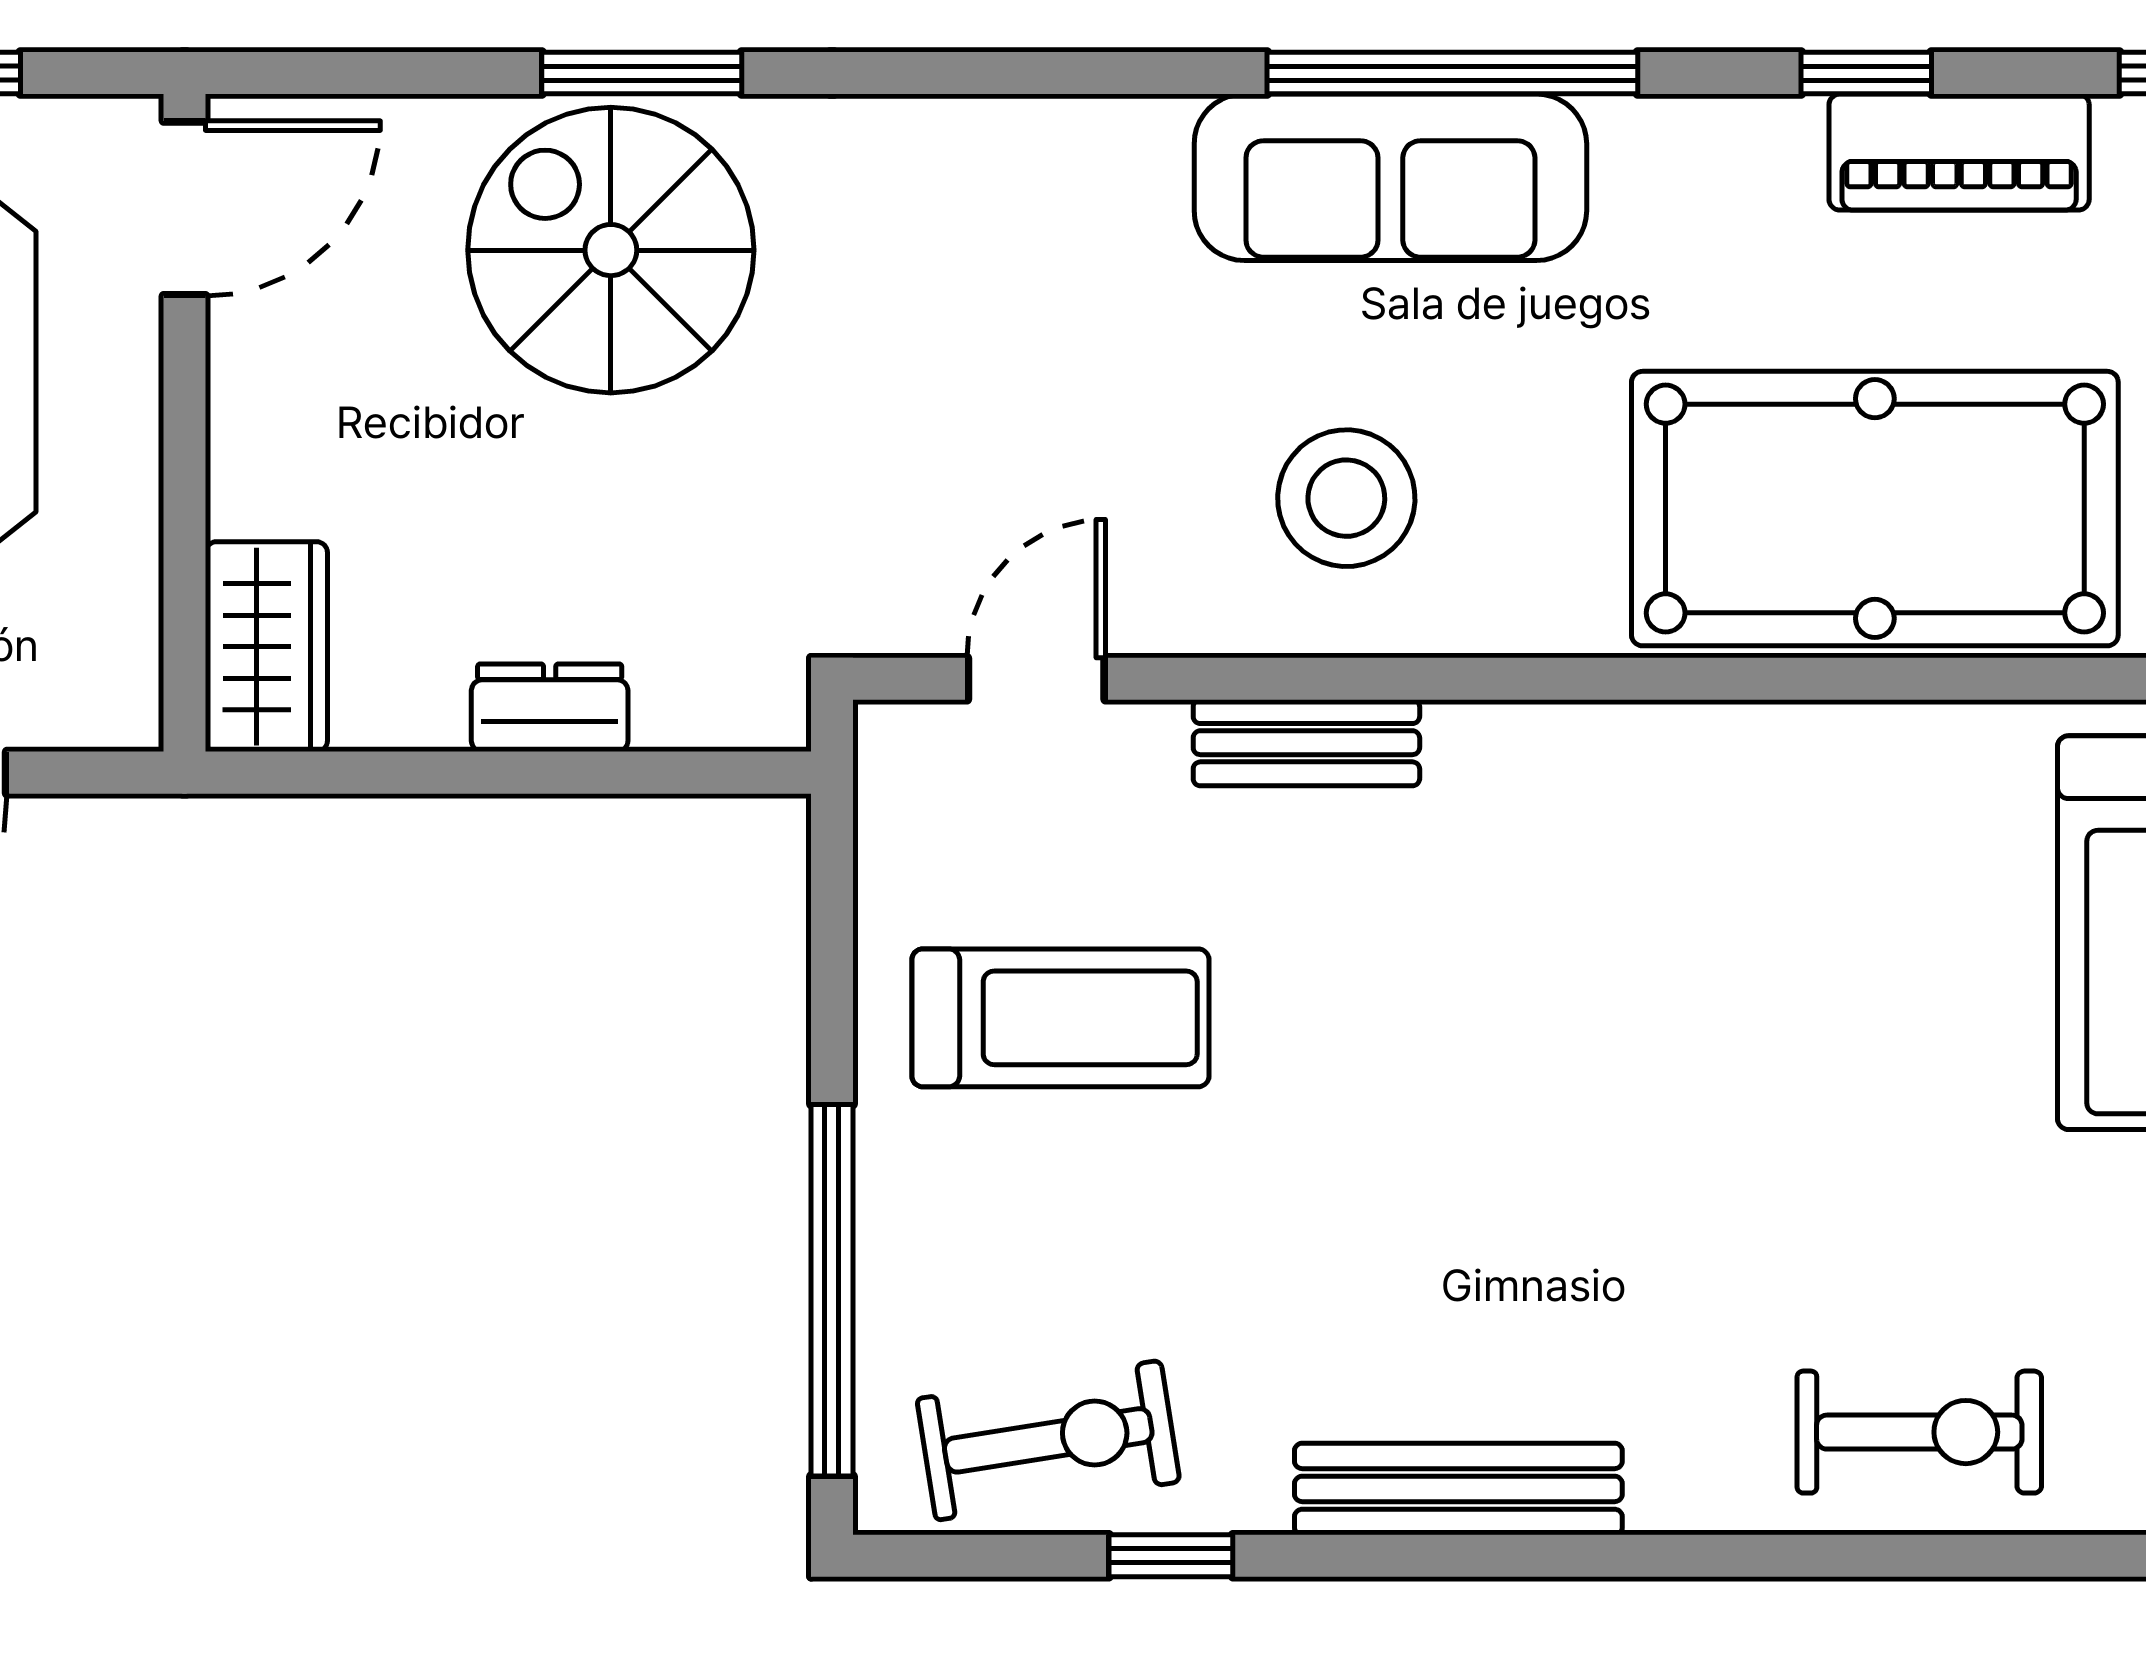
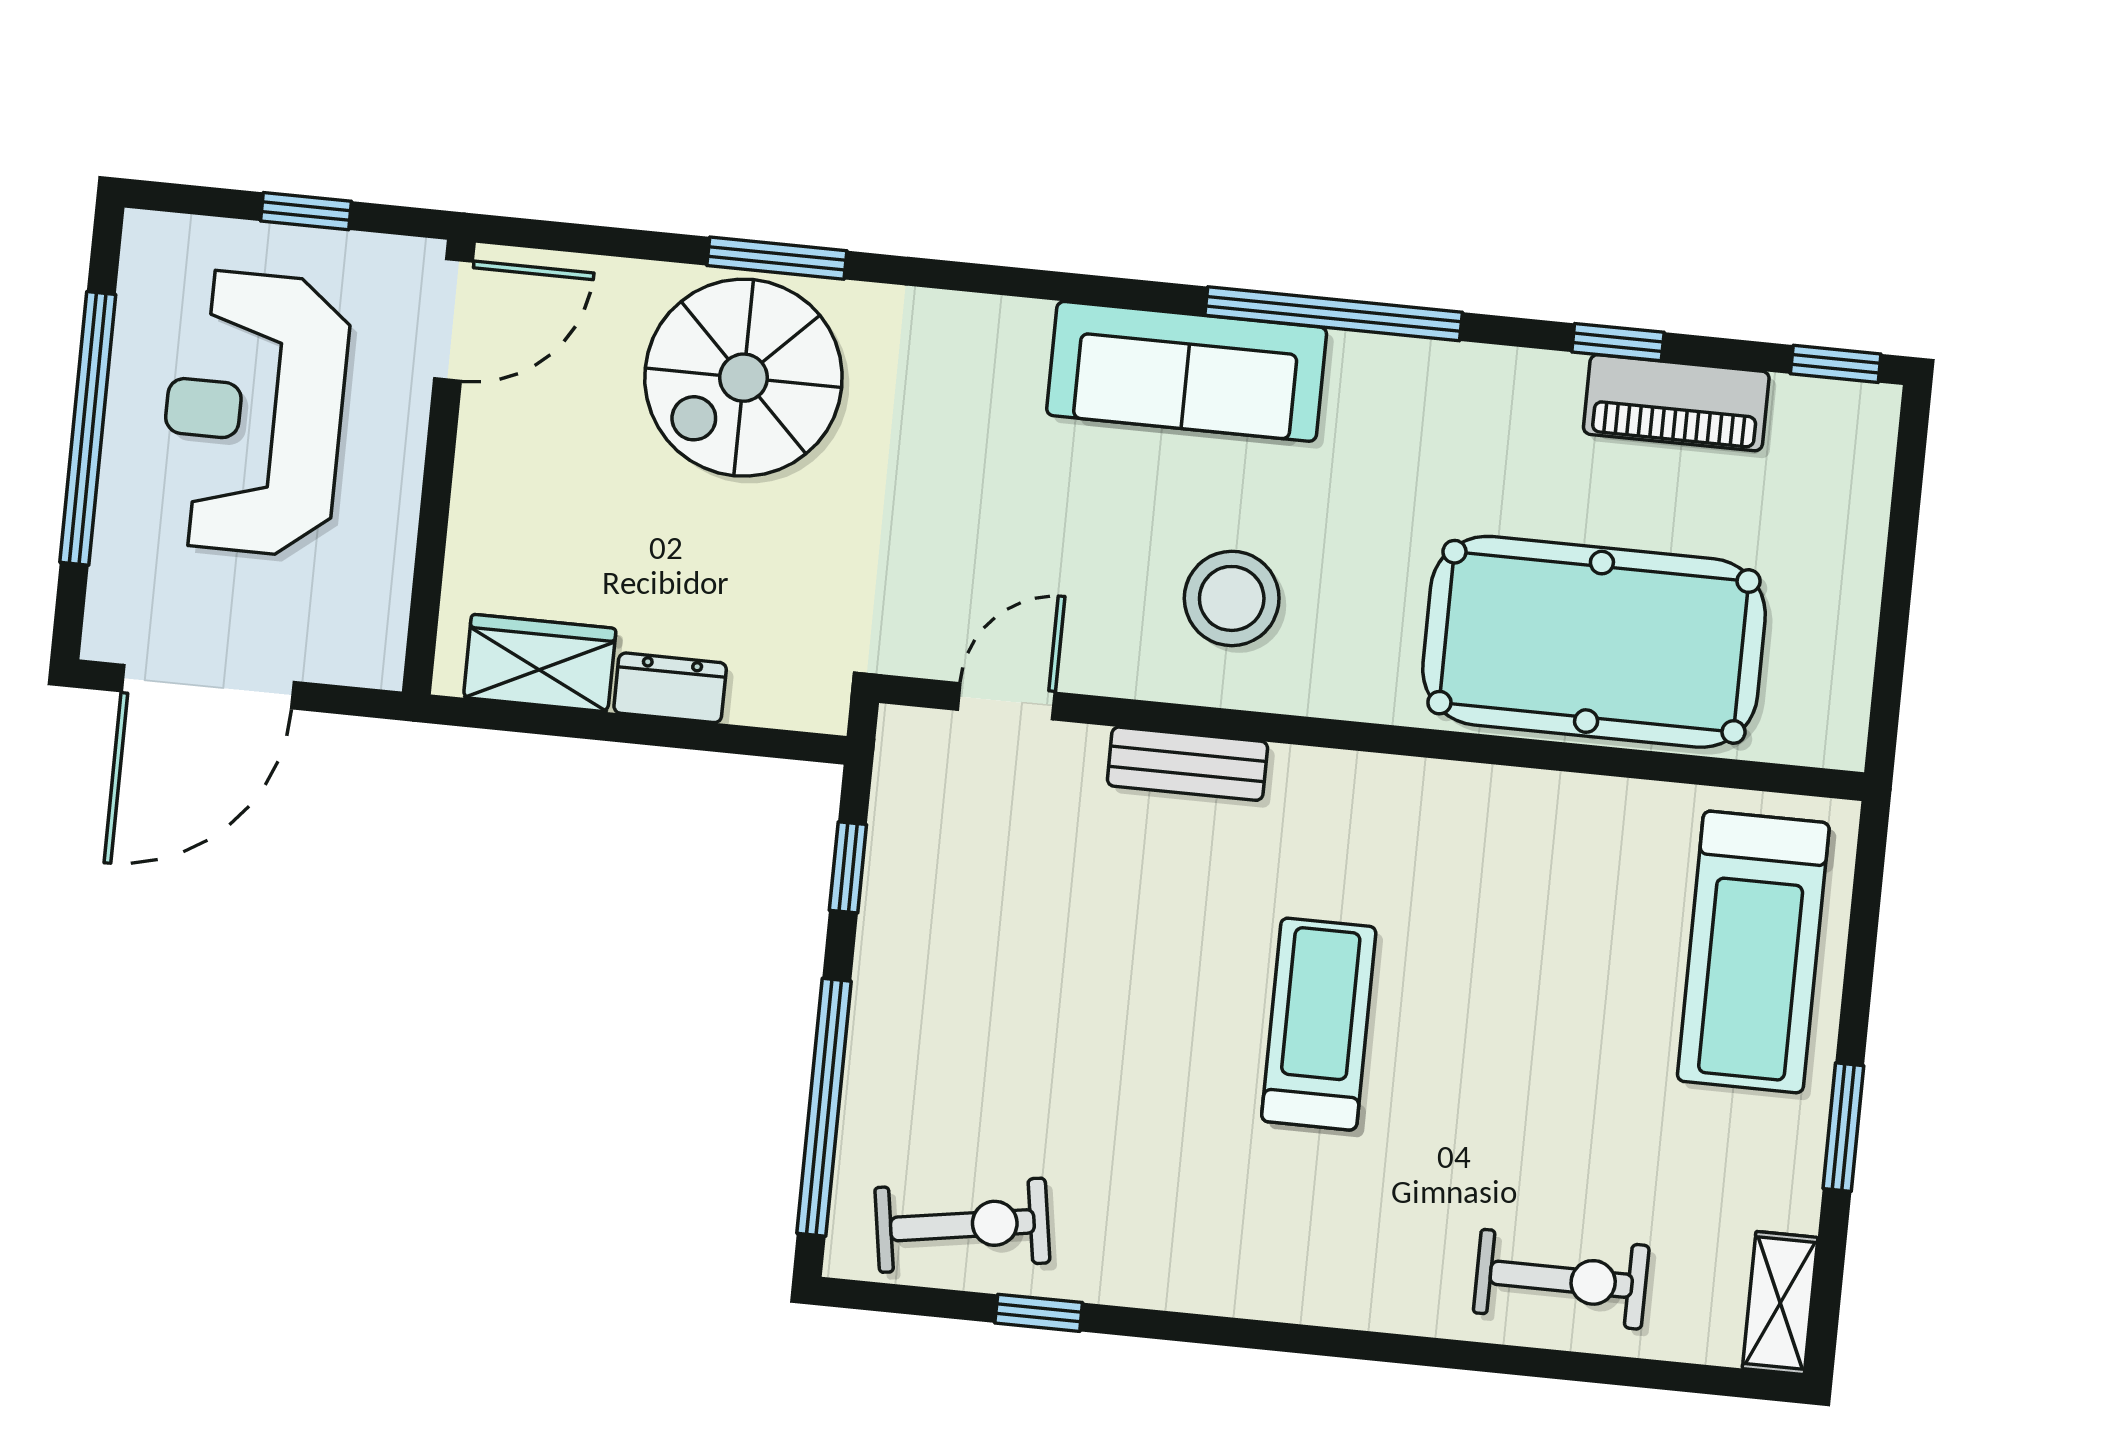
sofa: (1390, 177) -> (1187, 371), moved
spiral stairs: (611, 250) -> (743, 378), turned -90
wardrobe: (266, 647) -> (540, 663), moved, turned -90
window: (832, 941) -> (848, 867), added
treadmill: (1060, 1018) -> (1319, 1024), moved, turned -90
bench: (1458, 1489) -> (1241, 1287), removed

